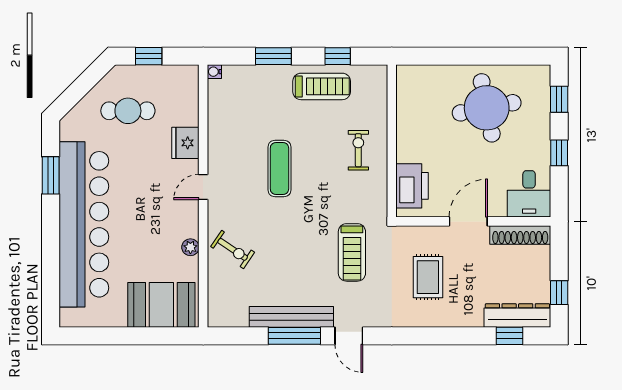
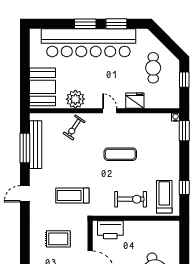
window: (273, 56) -> (184, 131), moved
treadmill: (322, 86) -> (164, 197), moved, turned 180
exercise bike: (358, 150) -> (131, 199), width x1.38, depth x1.39
window: (51, 230) -> (85, 24), added
plant: (190, 247) -> (75, 99), width x1.88, depth x1.88
bench: (291, 317) -> (36, 145), moved
window: (294, 336) -> (25, 148), moved

